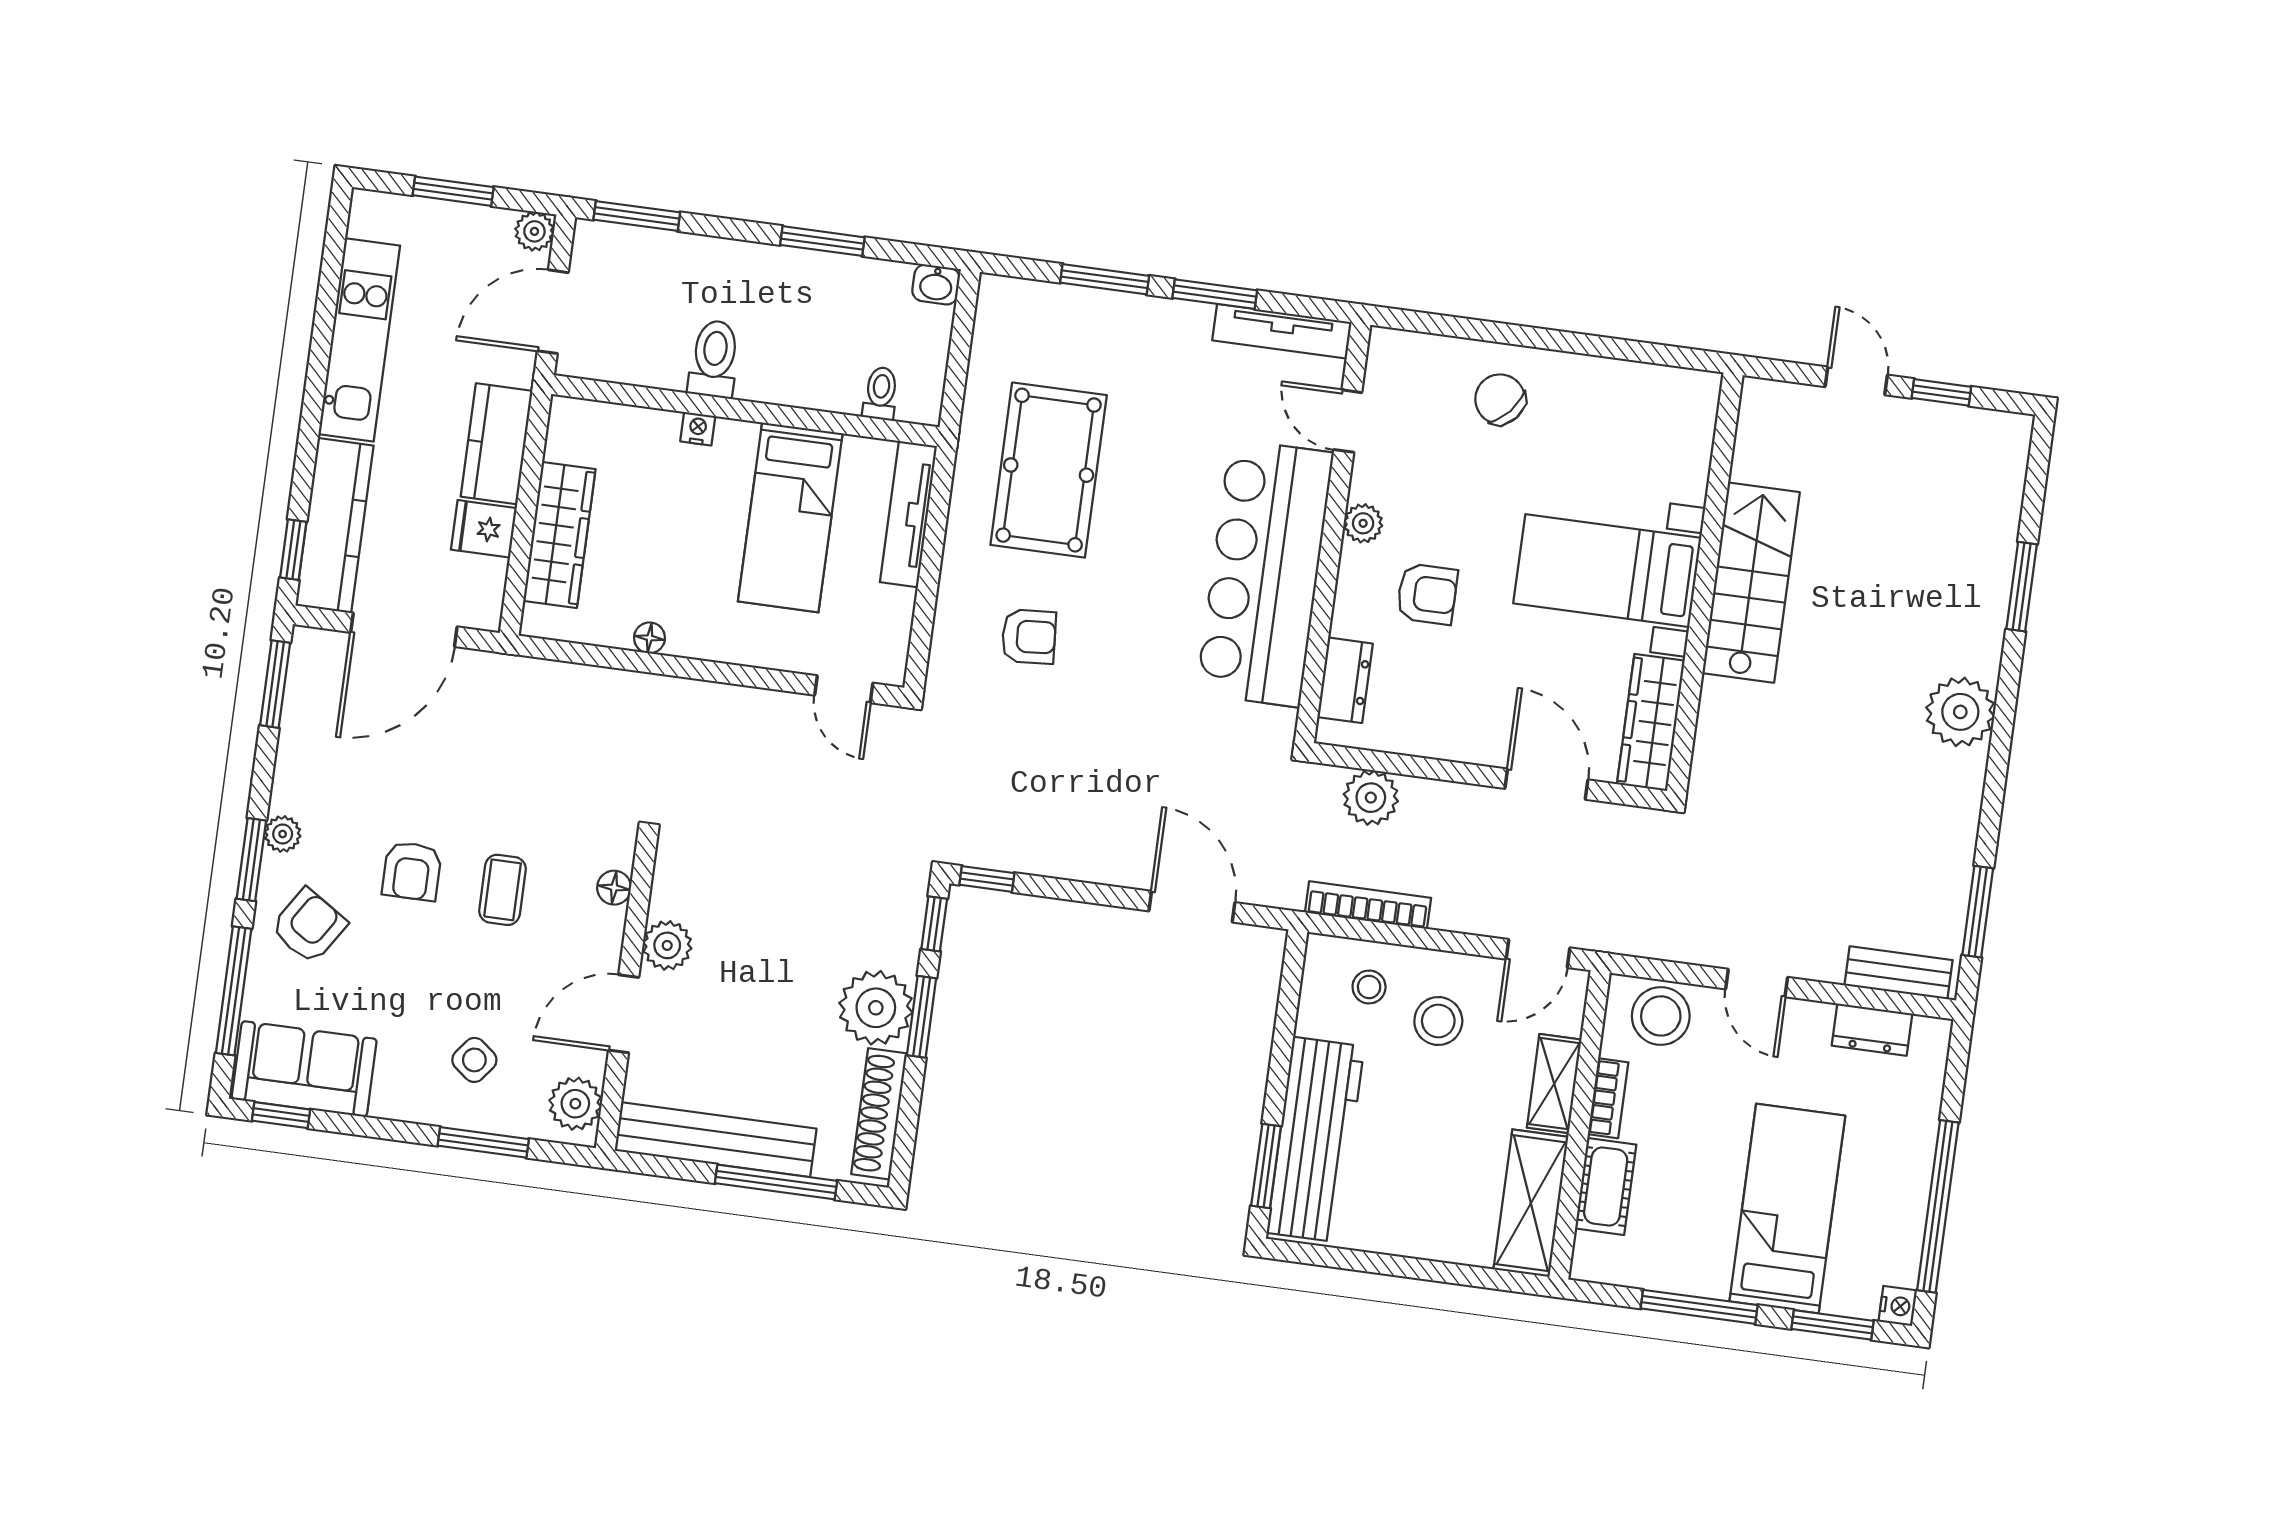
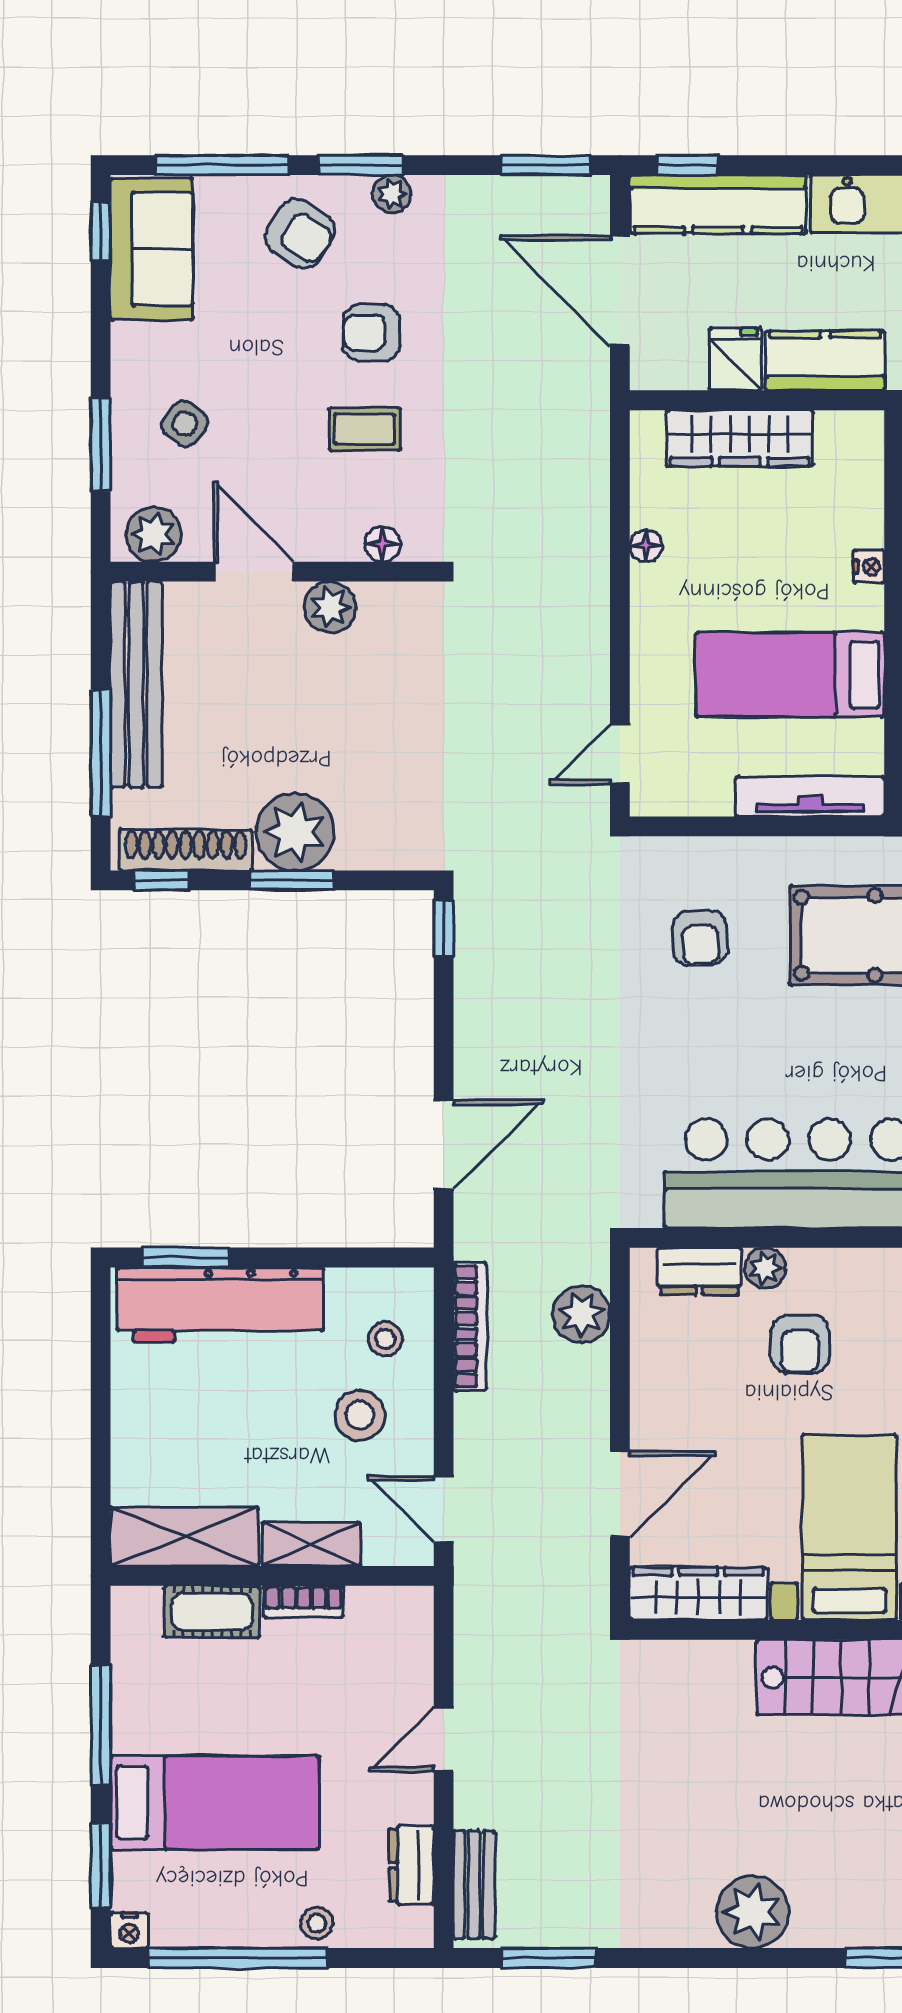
plant: (1363, 523) -> (765, 1268), moved
window: (934, 924) -> (161, 880), moved
stool: (1661, 1016) -> (317, 1923), moved, width x0.53, depth x0.53

